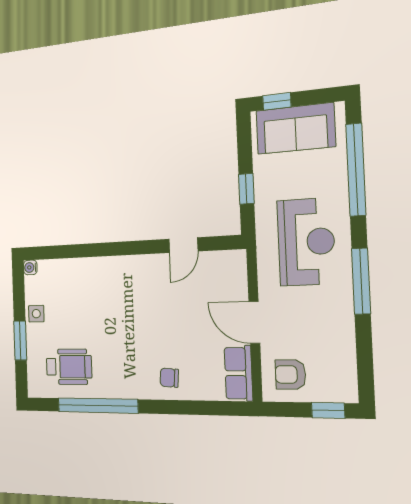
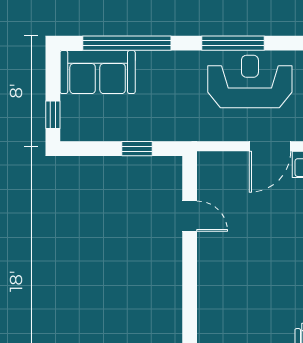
sofa: (295, 129) -> (98, 72), moved, turned 90
reception desk: (306, 242) -> (250, 82), moved

